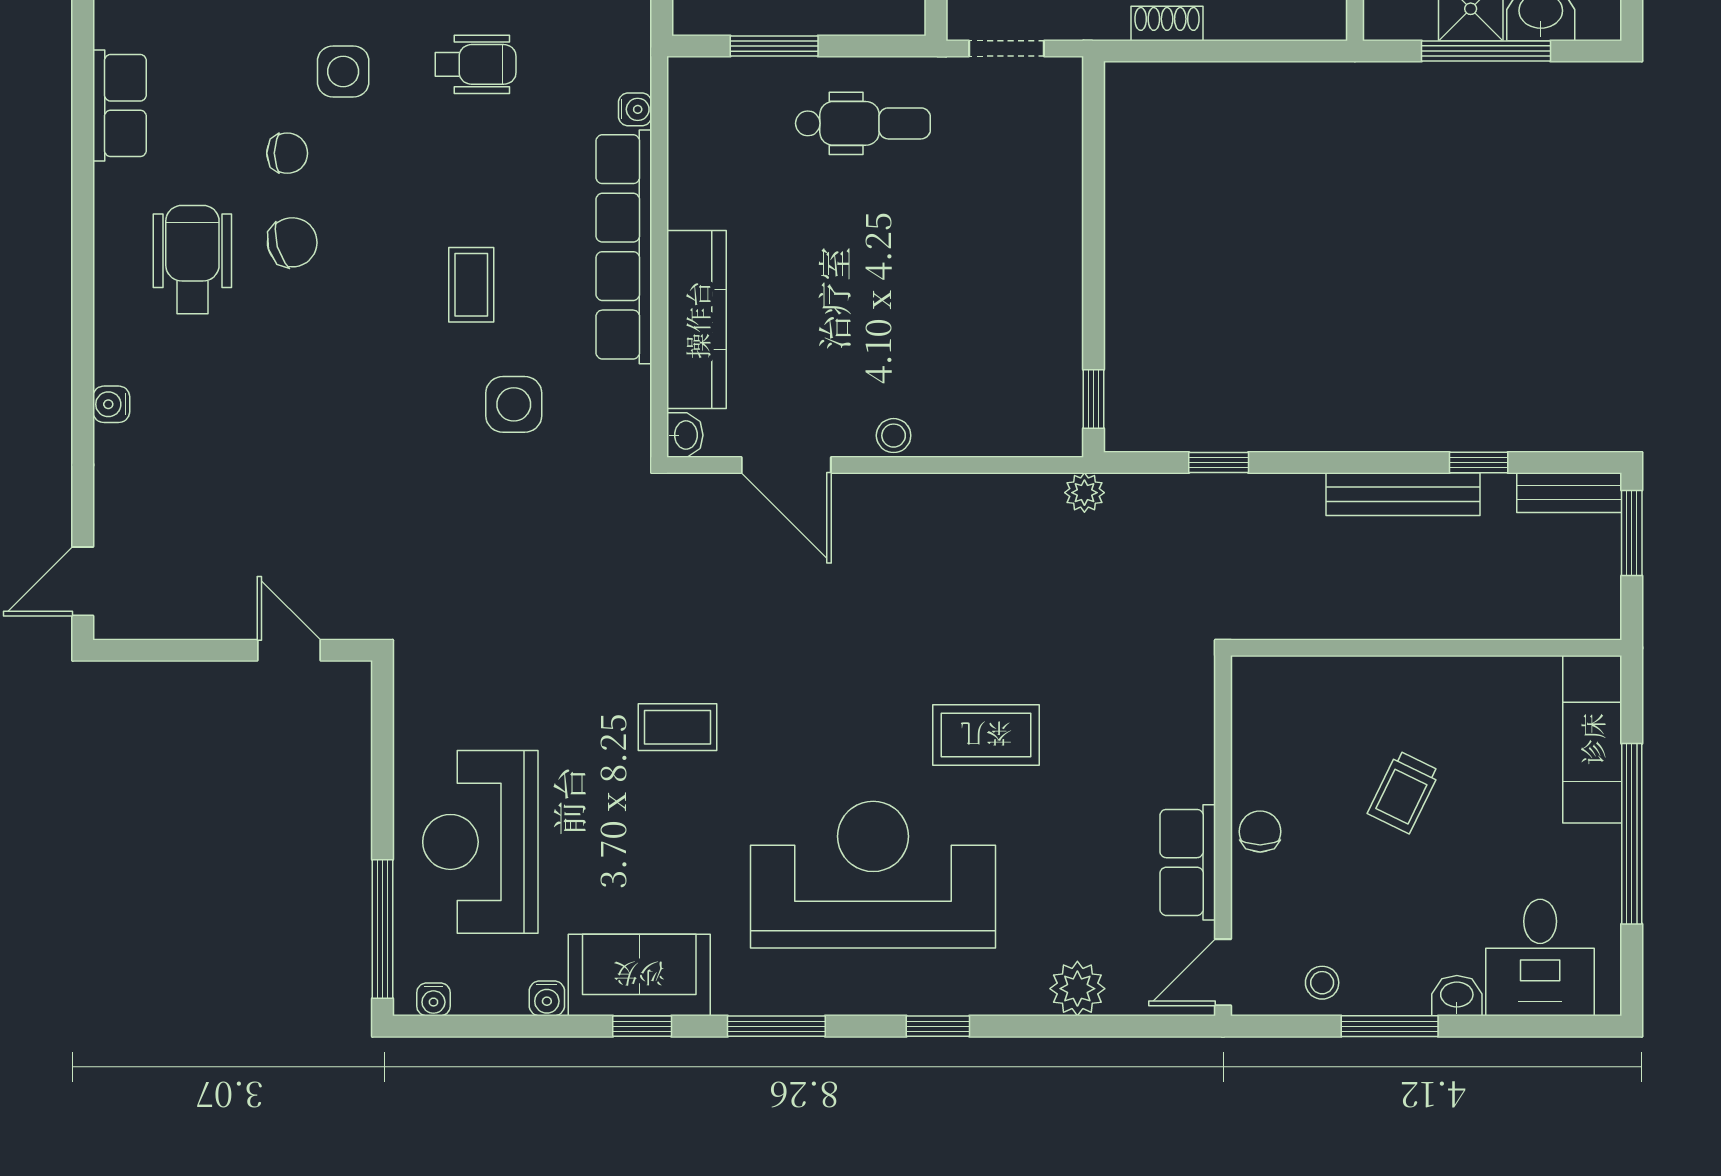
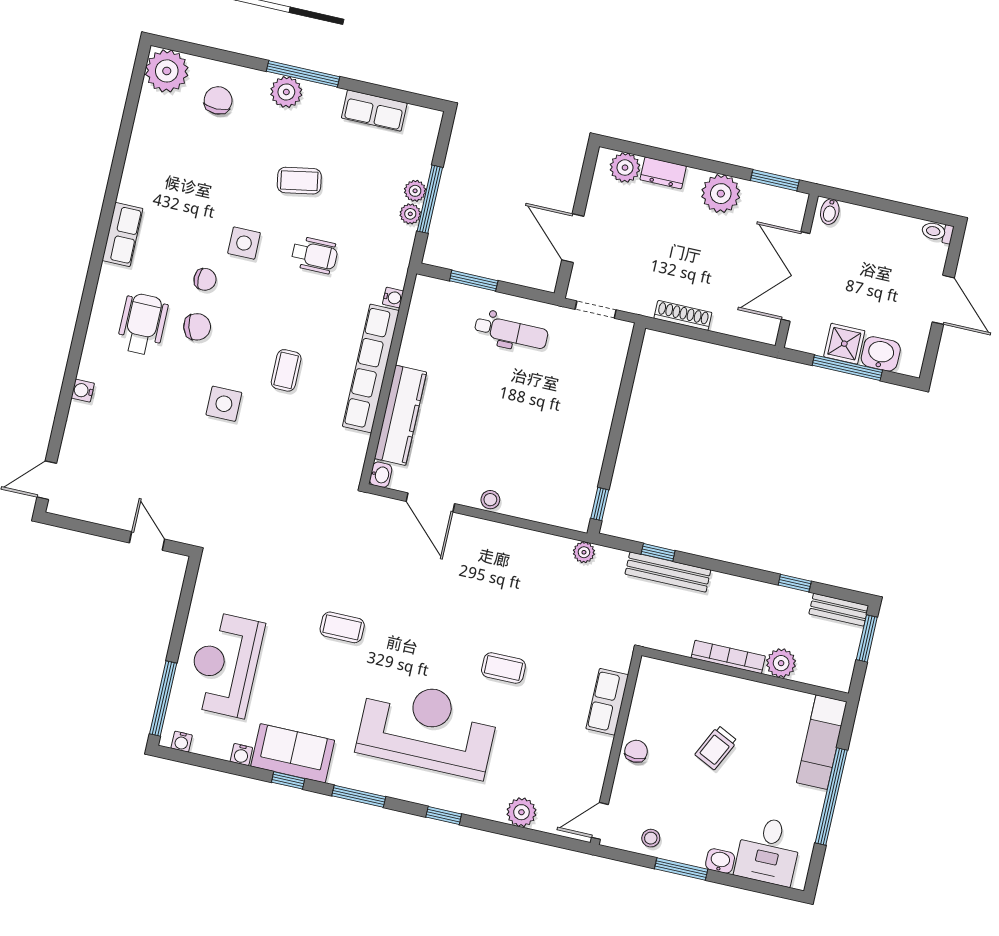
shoe rack: (1167, 23) -> (683, 315), width x1.43
side table: (514, 404) -> (224, 404), moved
bench: (1403, 494) -> (668, 572), moved
plant: (1487, 613) -> (781, 663), added
bookcase: (1388, 623) -> (728, 657), added
coffee table: (986, 735) -> (503, 668), width x0.73, depth x0.77
row of seats: (1188, 862) -> (607, 702), moved

